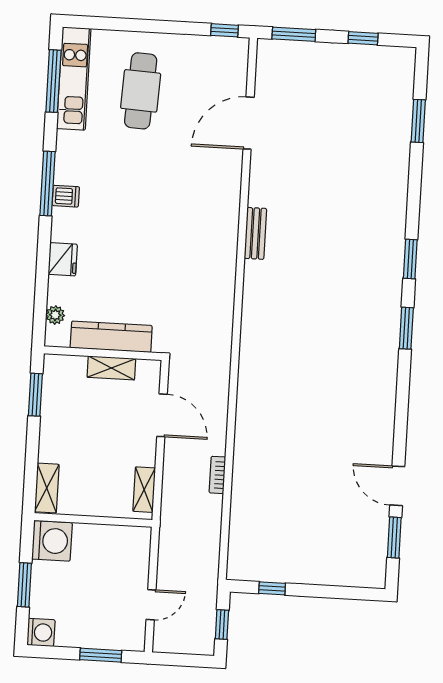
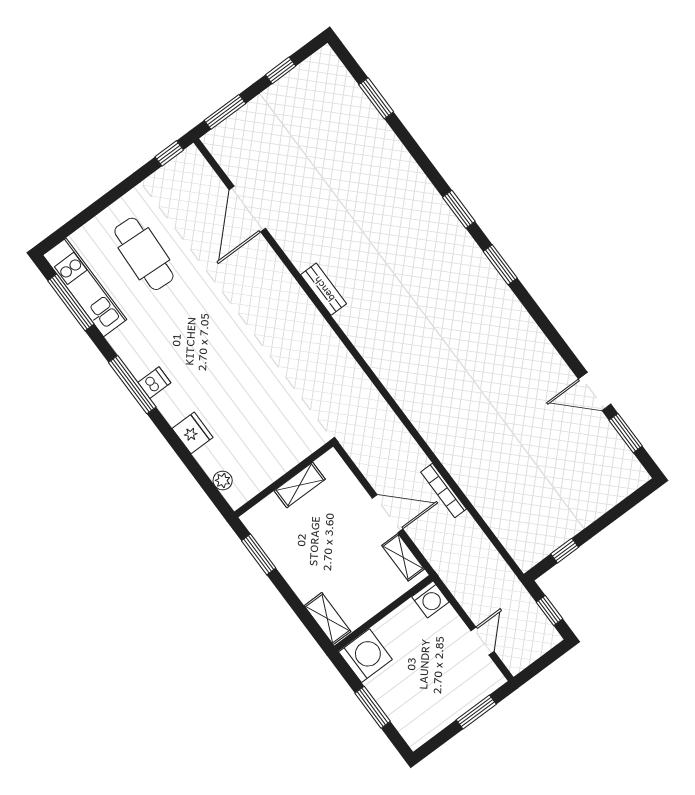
kitchen counter: (111, 337) -> (279, 461), removed
door: (162, 415) -> (387, 514), moved
bookcase: (217, 475) -> (444, 491), width x1.56
washing machine: (41, 632) -> (430, 599), moved, turned 90

